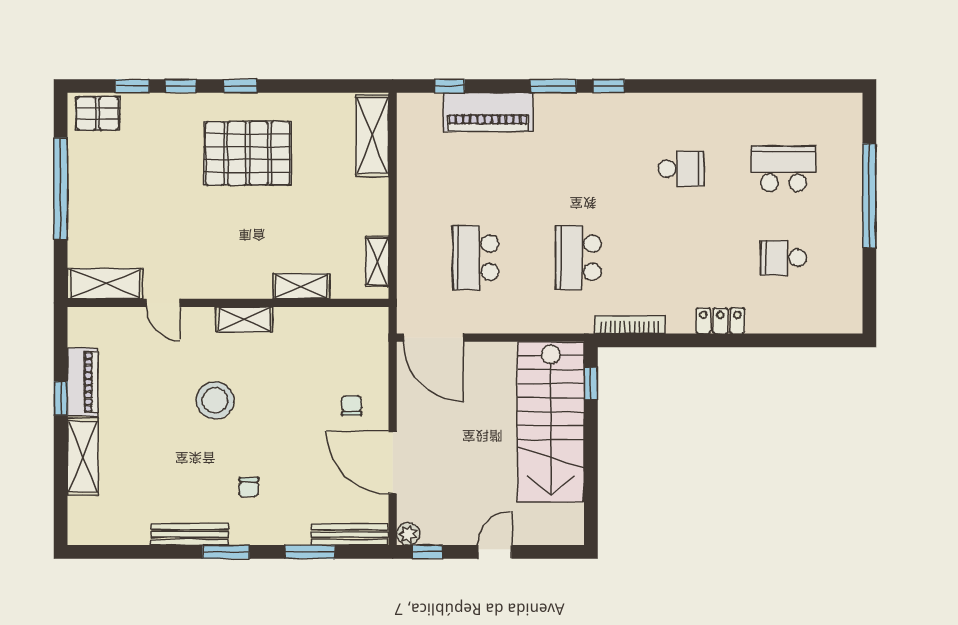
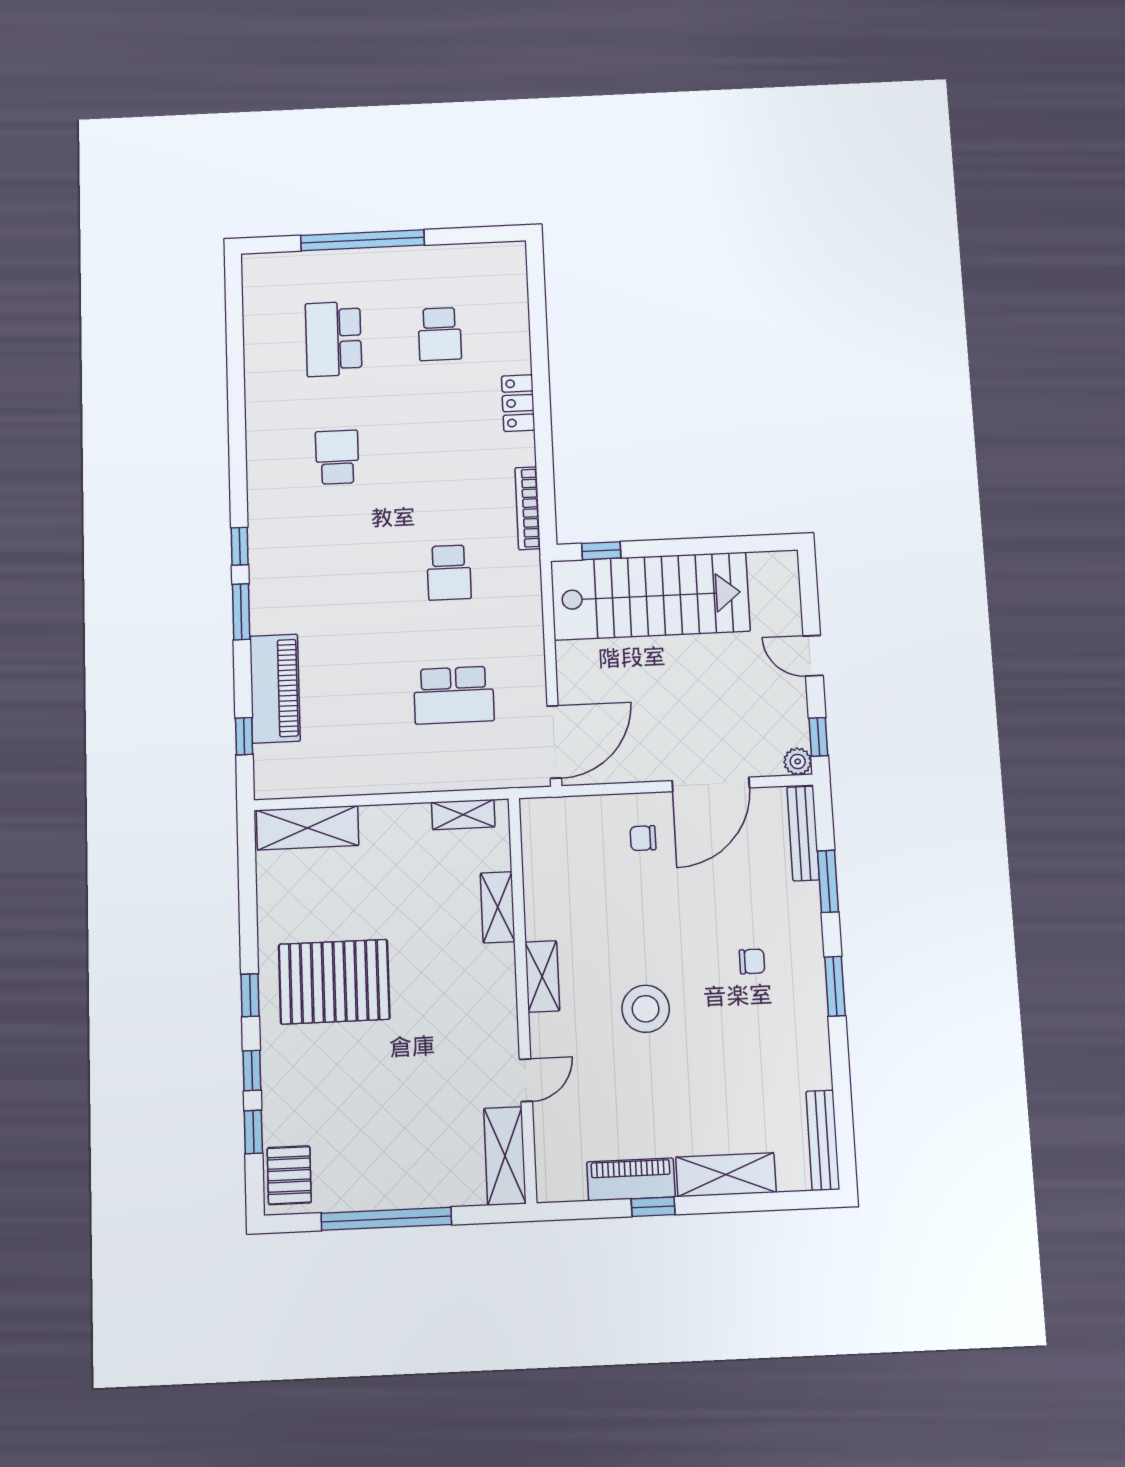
pallet: (248, 153) -> (334, 982), turned 90
school desk: (578, 258) -> (449, 573), width x0.54
bench: (190, 534) -> (823, 1140), moved

